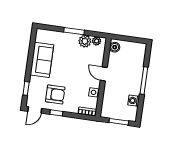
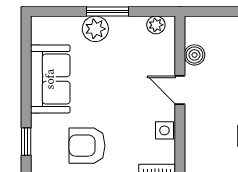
plant: (85, 41) -> (95, 29), moved
boiler: (115, 47) -> (194, 55), moved
armchair: (55, 94) -> (87, 146), turned 180

